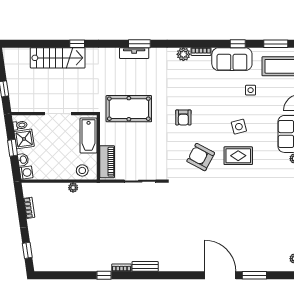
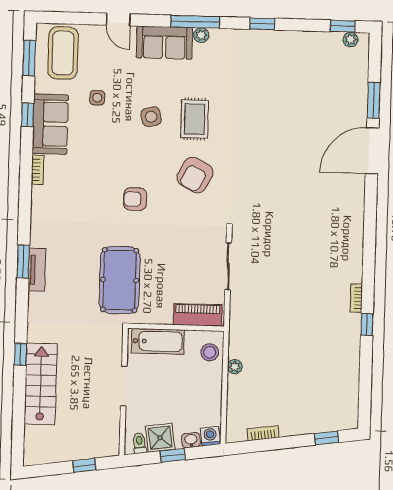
plant: (183, 54) -> (41, 196), removed
armchair: (183, 117) -> (135, 199), turned 180
bench: (145, 266) -> (356, 263), removed

